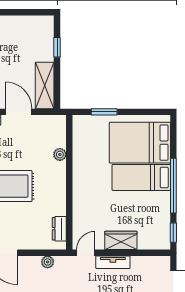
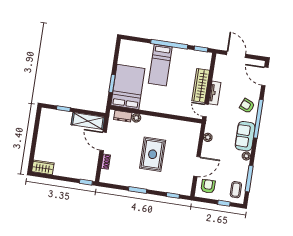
door: (19, 112) -> (103, 141), hinge flipped
bed: (140, 143) -> (128, 87), moved, turned 180
dresser: (59, 229) -> (123, 116), moved
wardrobe: (121, 240) -> (201, 86), width x1.50

